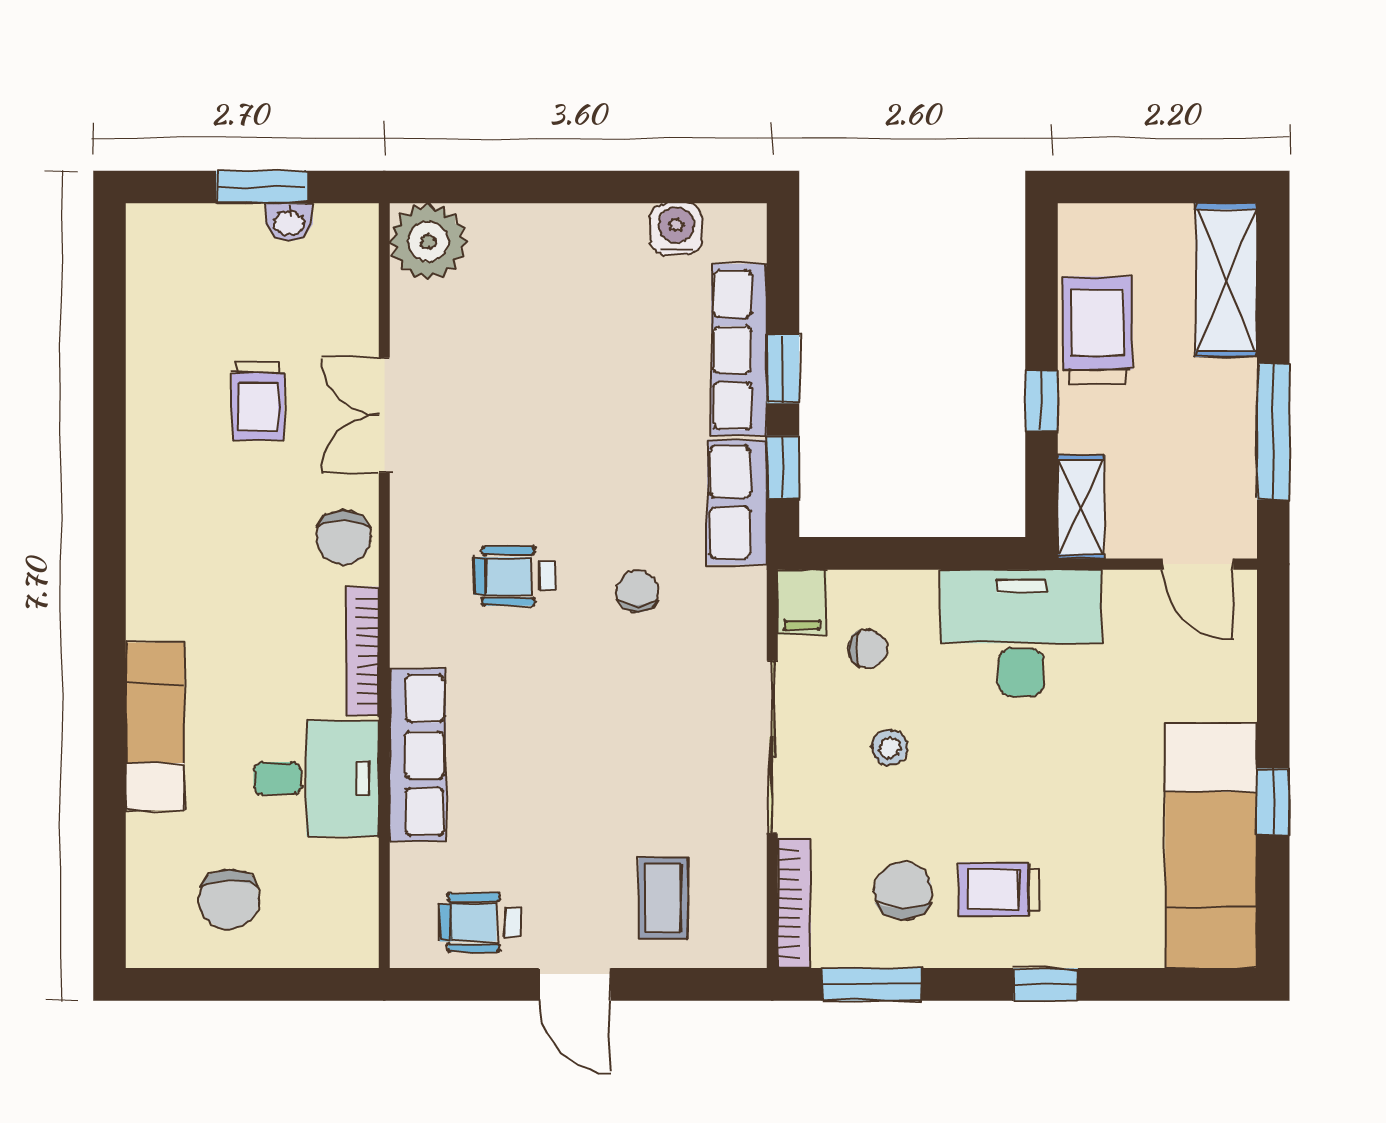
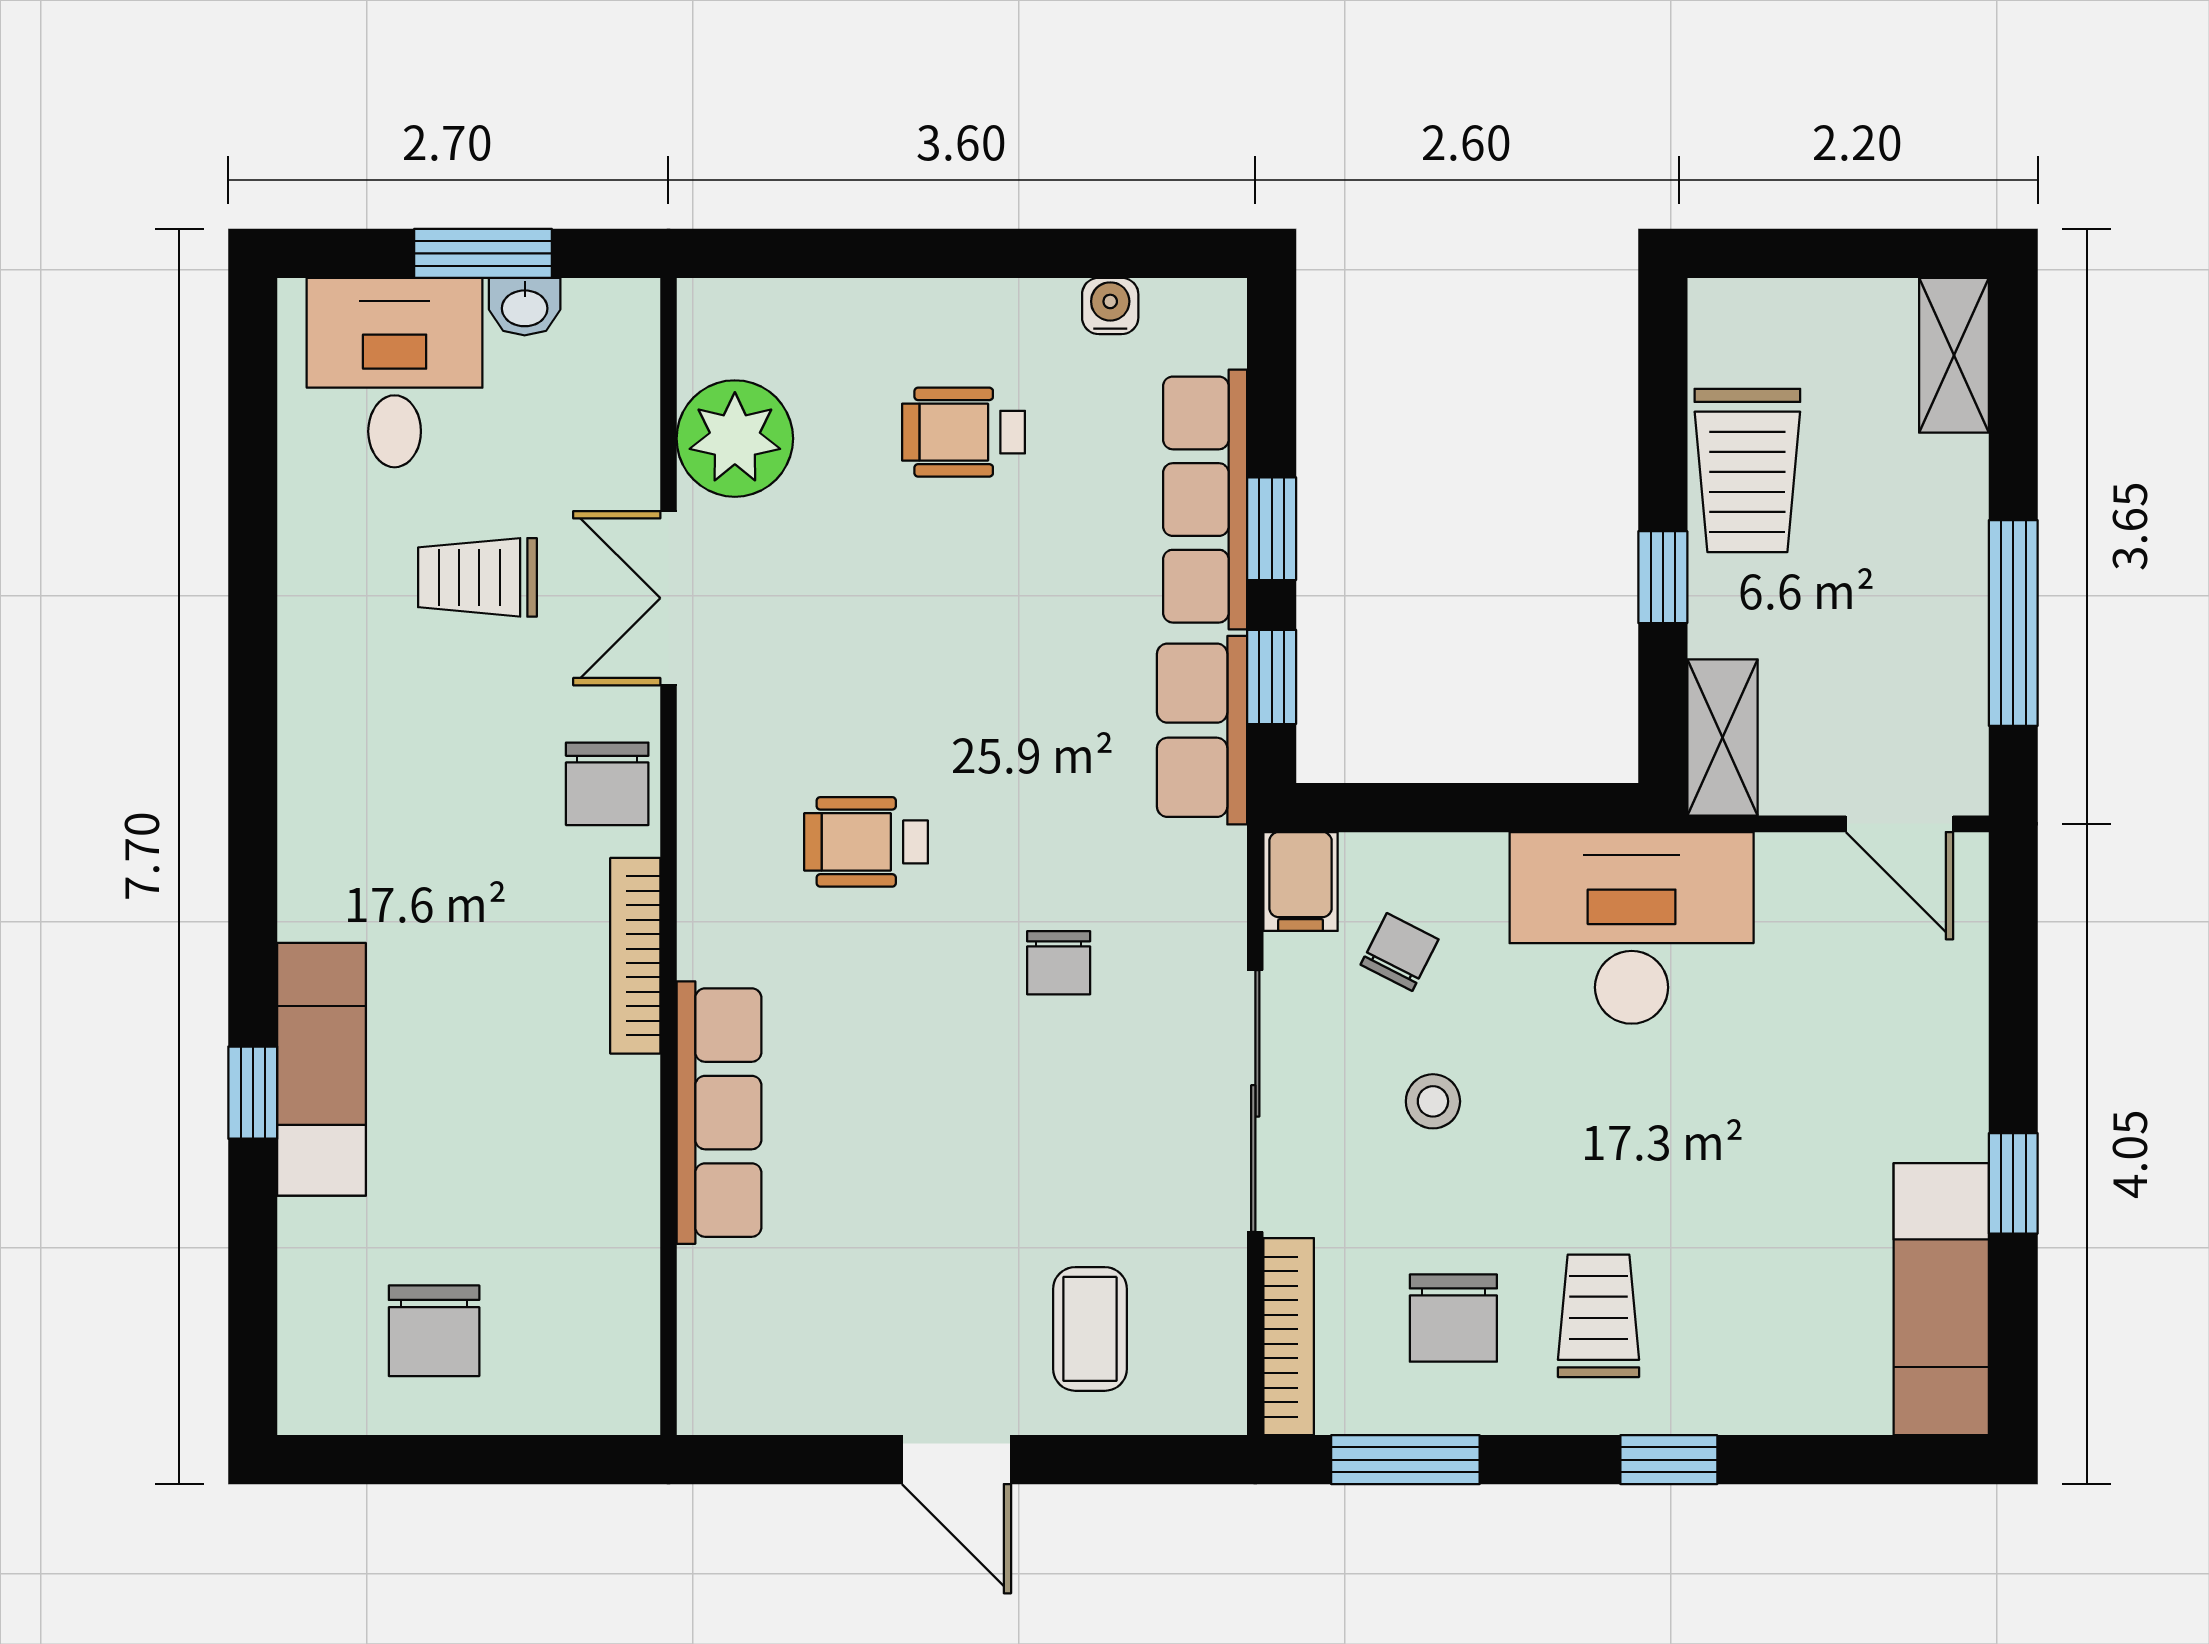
water cooler: (676, 229) -> (1110, 306), width x0.72, depth x0.72
plant: (428, 242) -> (735, 439), moved
shelving: (1226, 280) -> (1954, 355), width x0.67, depth x0.75
trolley: (1097, 331) -> (1747, 470), turned 180
trolley: (258, 401) -> (477, 577), turned 90
chair: (638, 592) -> (1059, 963), moved, turned 180
chair: (868, 649) -> (1400, 952), turned -63
window: (110, 742) -> (253, 1093), added
desk: (316, 778) -> (395, 373), moved, turned -90
exam couch: (1211, 846) -> (1941, 1299), width x0.73, depth x0.69
trolley: (999, 889) -> (1598, 1316), turned 90
chair: (903, 891) -> (1453, 1318), turned 180
wheelchair: (480, 923) -> (964, 432), moved

